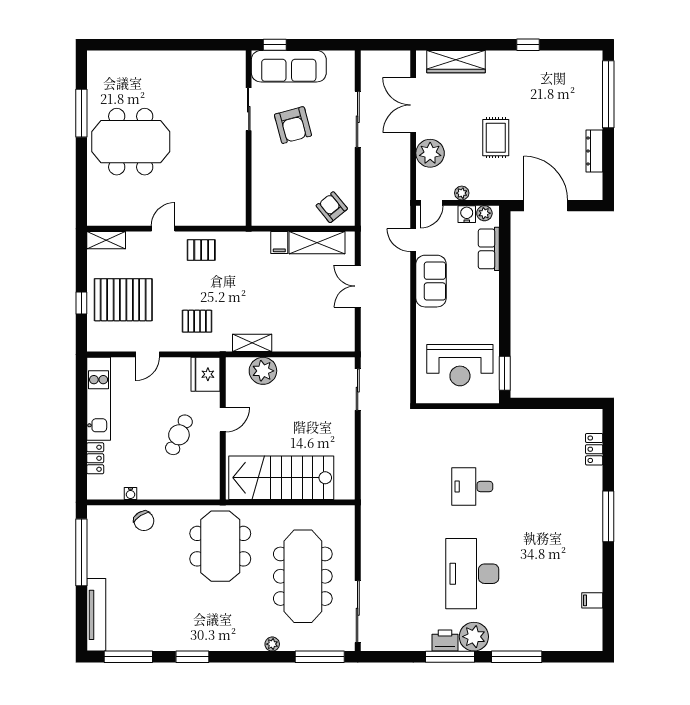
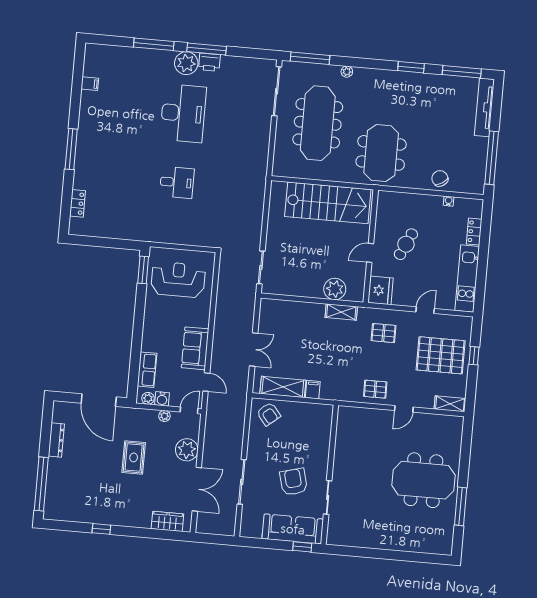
wardrobe: (456, 62) -> (167, 521), width x0.67

